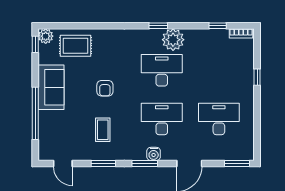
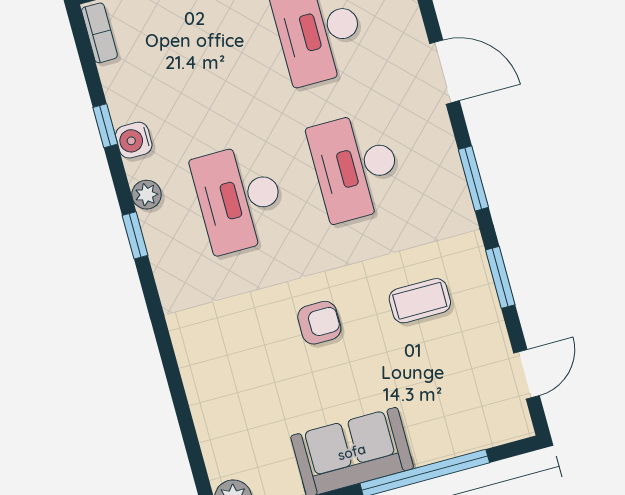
window: (218, 26) -> (105, 126), moved
plant: (173, 40) -> (146, 195), width x0.53, depth x0.53
rug: (75, 46) -> (237, 421), removed
water cooler: (154, 154) -> (134, 140), moved, turned 180

